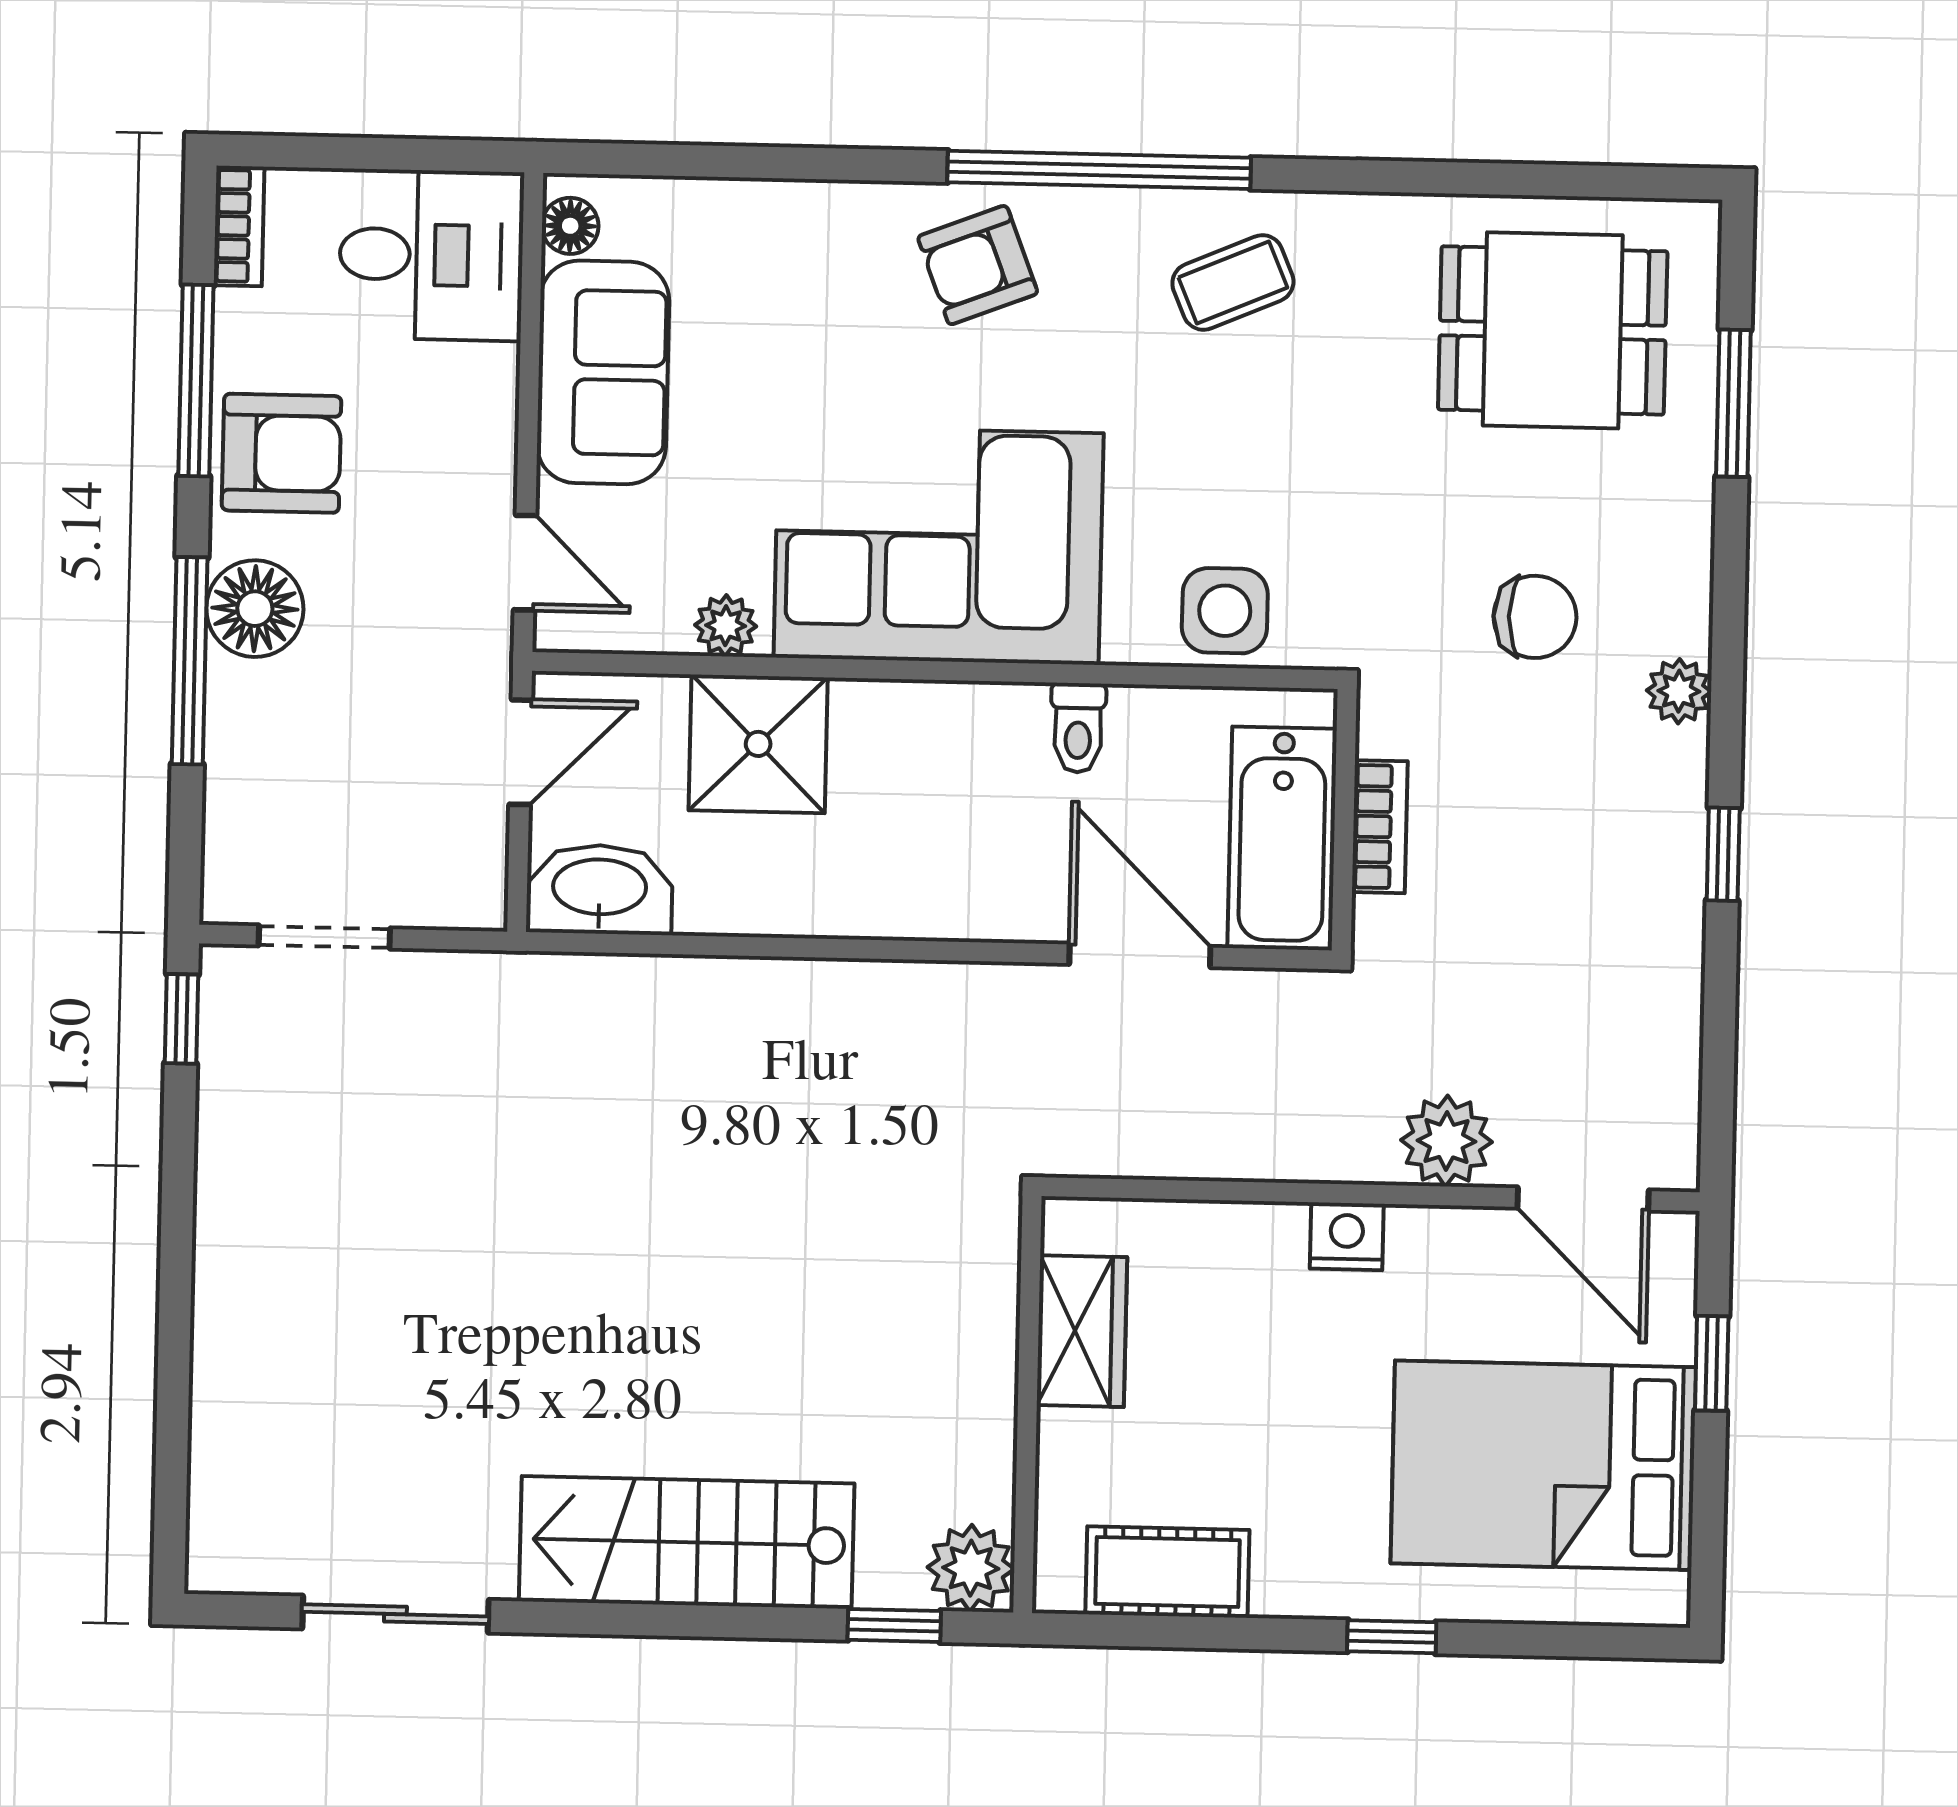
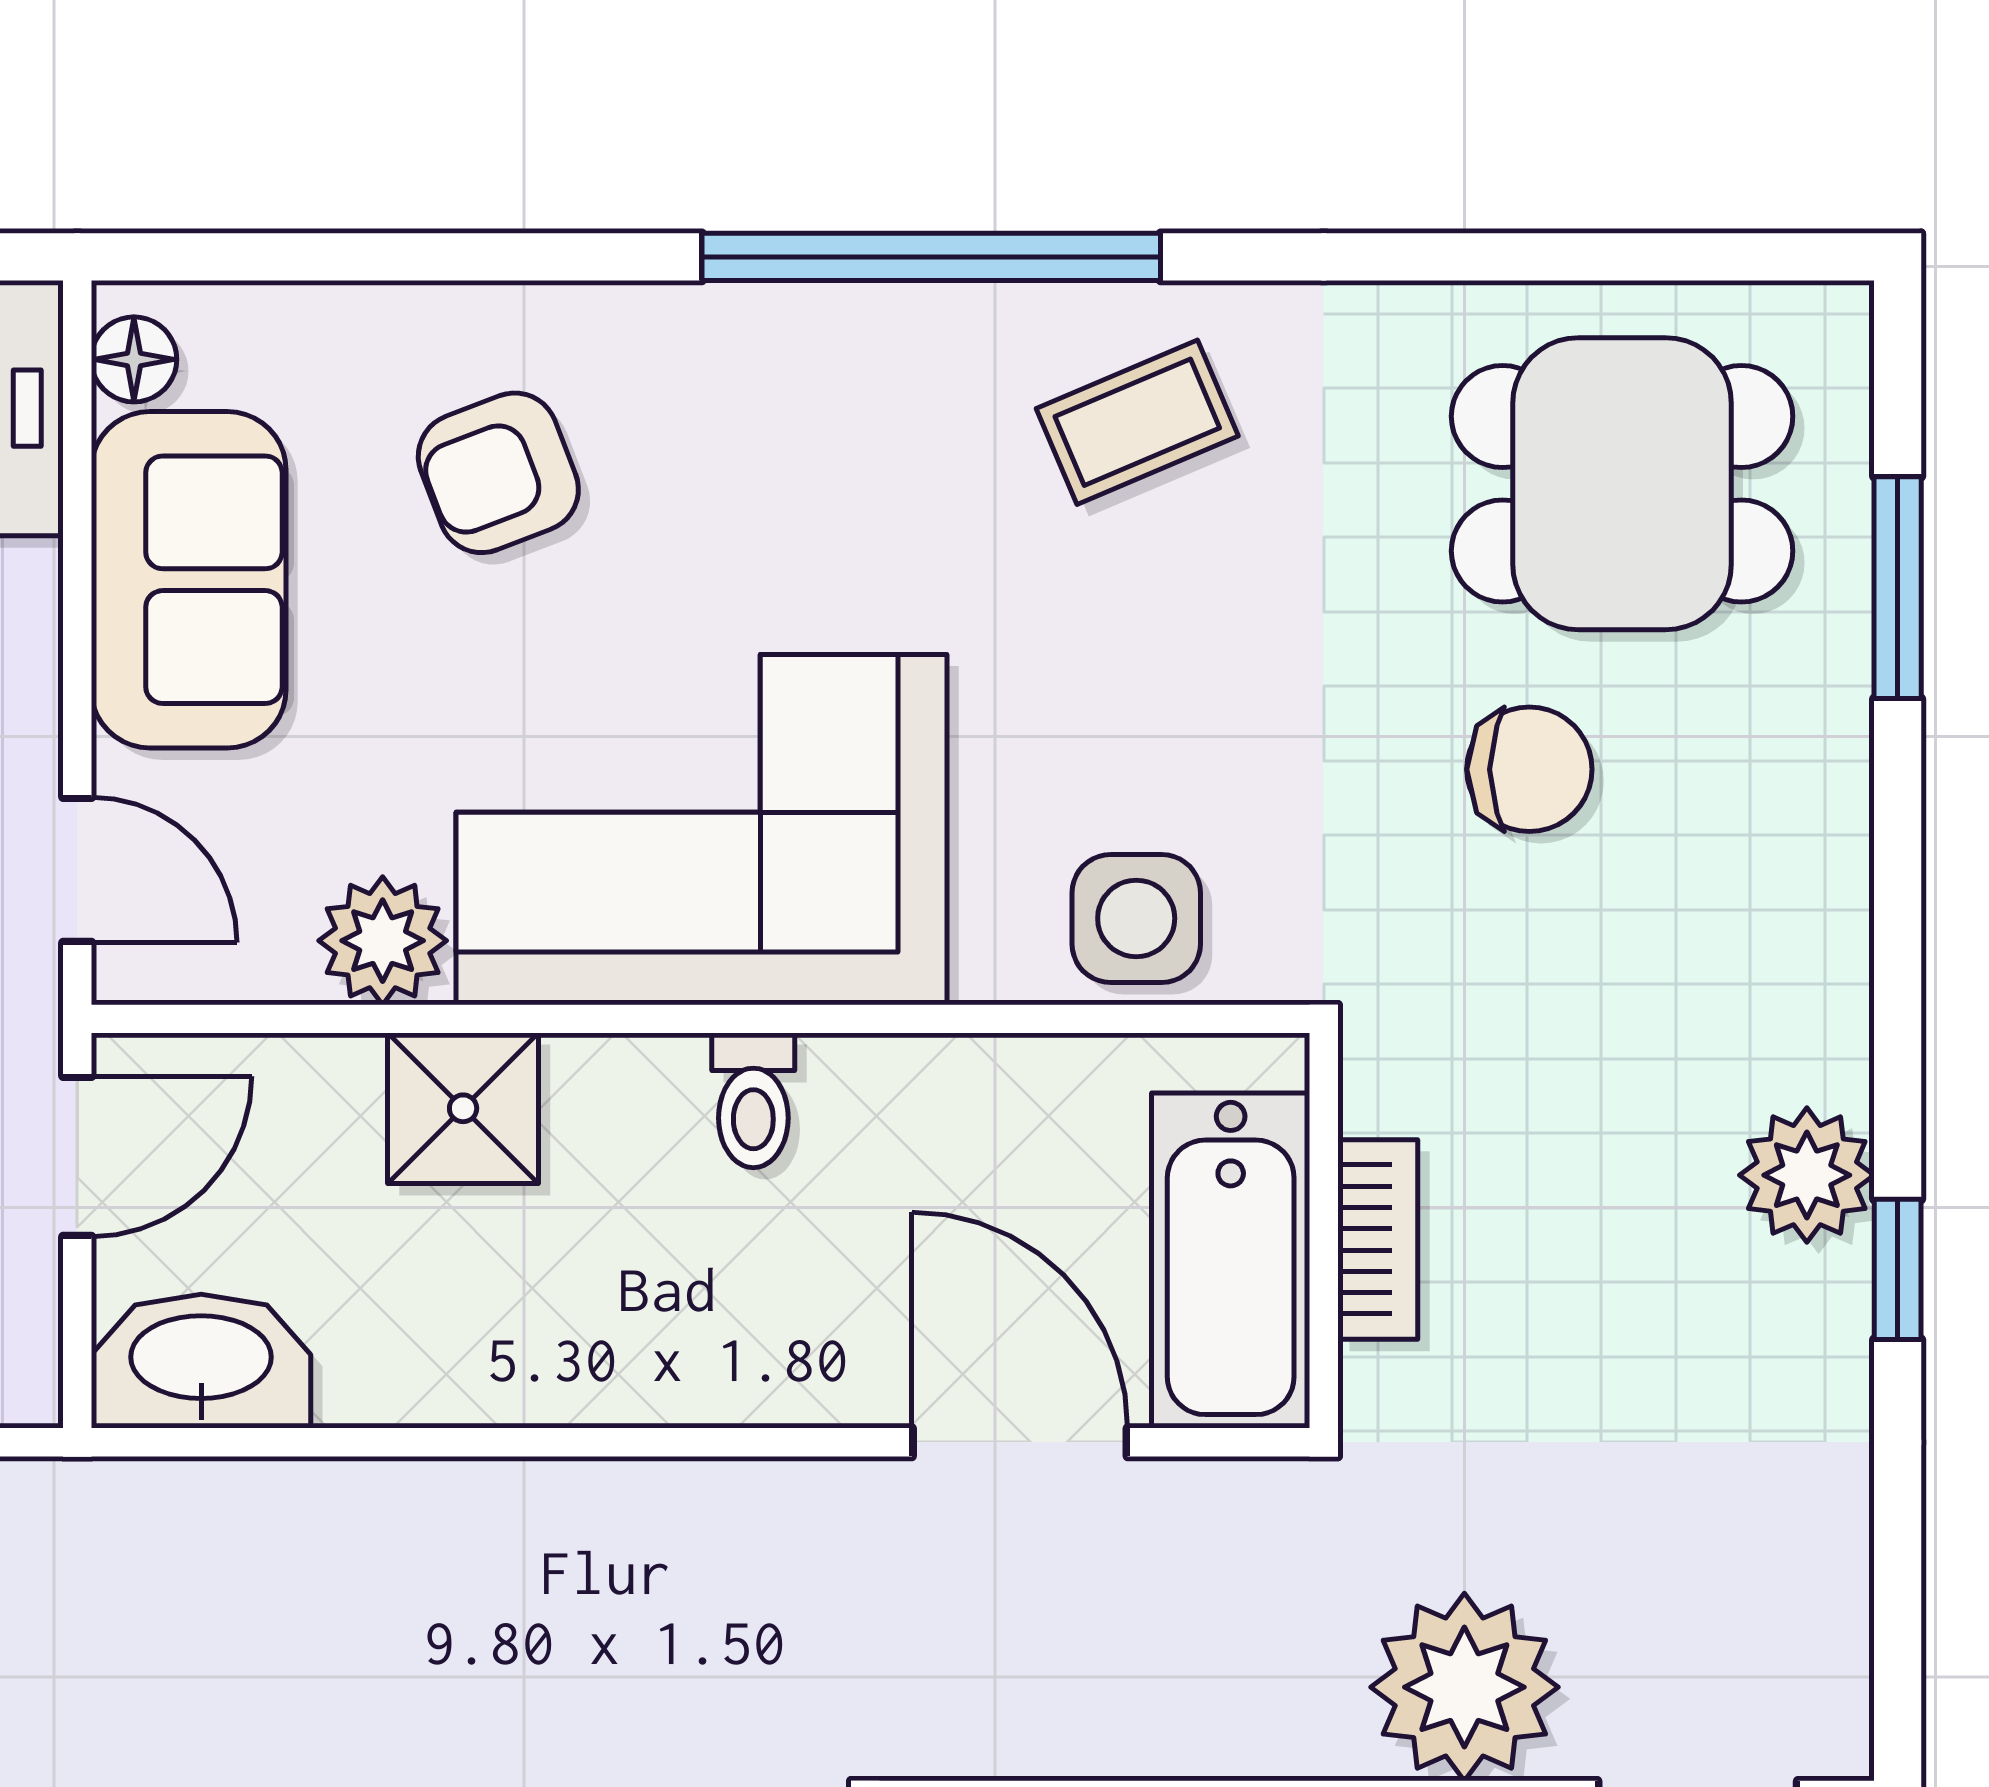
armchair: (978, 265) -> (498, 473), moved
chair: (1535, 617) -> (1529, 769), moved
plant: (726, 626) -> (383, 941), width x1.38, depth x1.38
plant: (1679, 691) -> (1807, 1175), moved, width x1.38, depth x1.38
toilet: (1078, 728) -> (753, 1100), moved
shower: (758, 744) -> (463, 1108), width x0.73, depth x0.73
plant: (1446, 1141) -> (1464, 1687), width x1.36, depth x1.36

